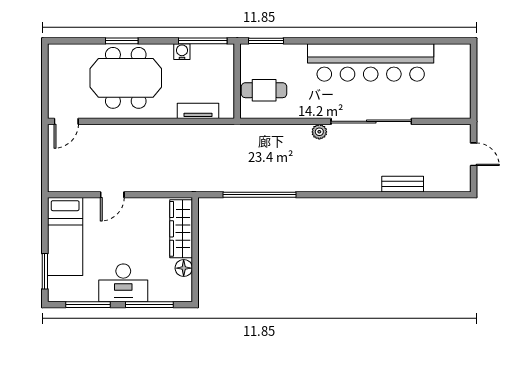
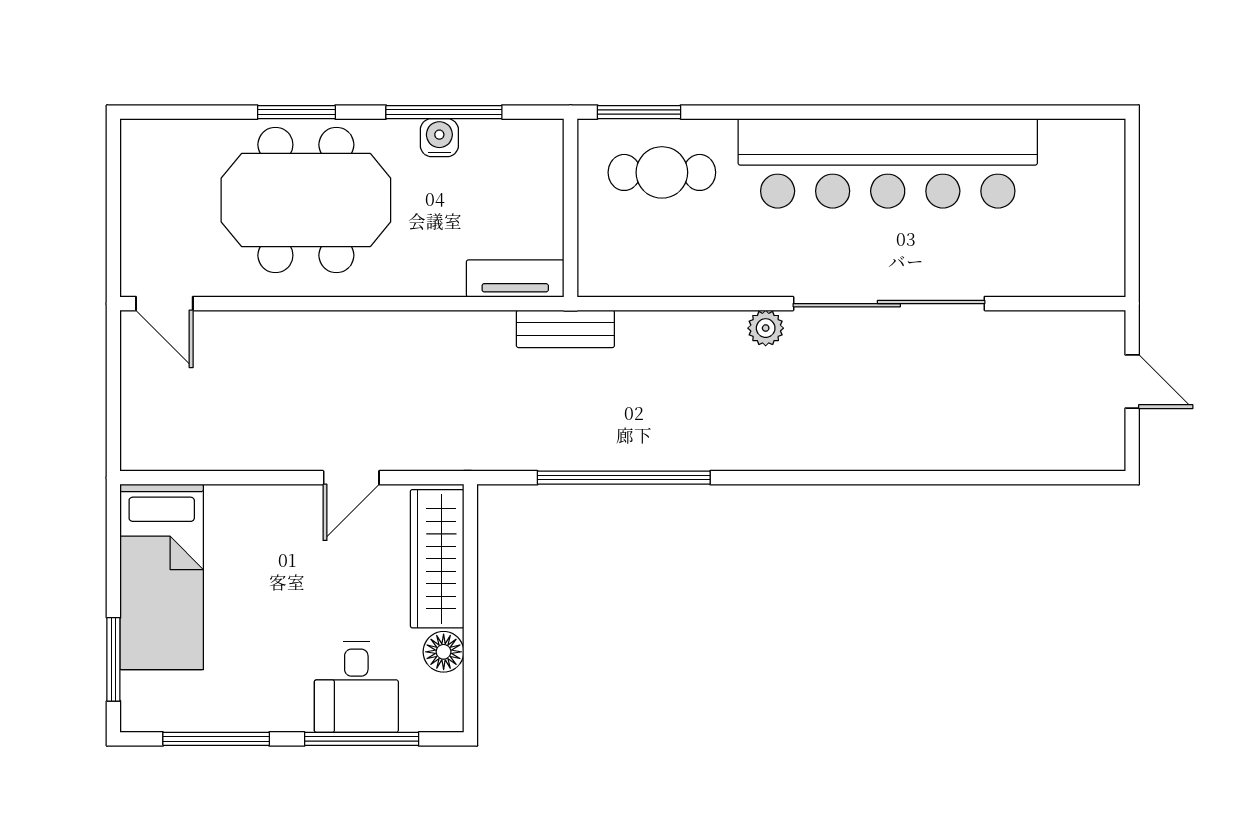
window: (203, 41) -> (444, 112), moved
cafe table: (264, 90) -> (662, 172), moved
tv unit: (198, 111) -> (515, 278), moved
door: (66, 121) -> (164, 304), hinge flipped
bench: (403, 184) -> (565, 329), moved
door: (112, 195) -> (351, 478), moved
desk: (123, 283) -> (356, 687), moved, width x0.73

